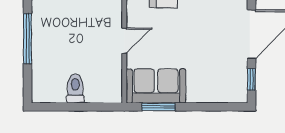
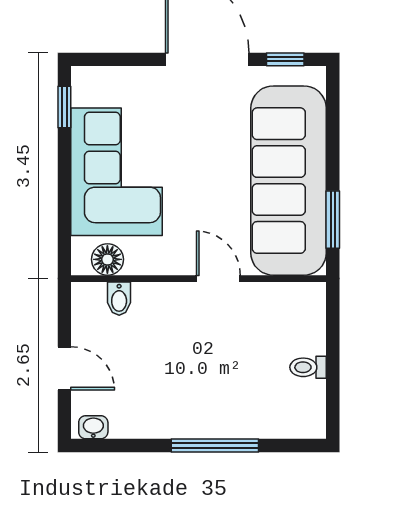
sofa: (156, 86) -> (289, 181), width x1.85, depth x1.27
toilet: (75, 89) -> (308, 367), width x0.73, depth x0.72

